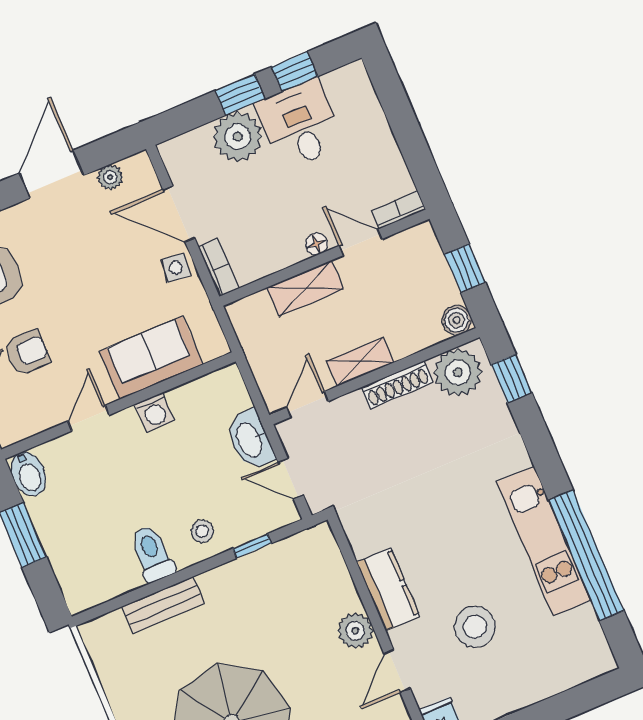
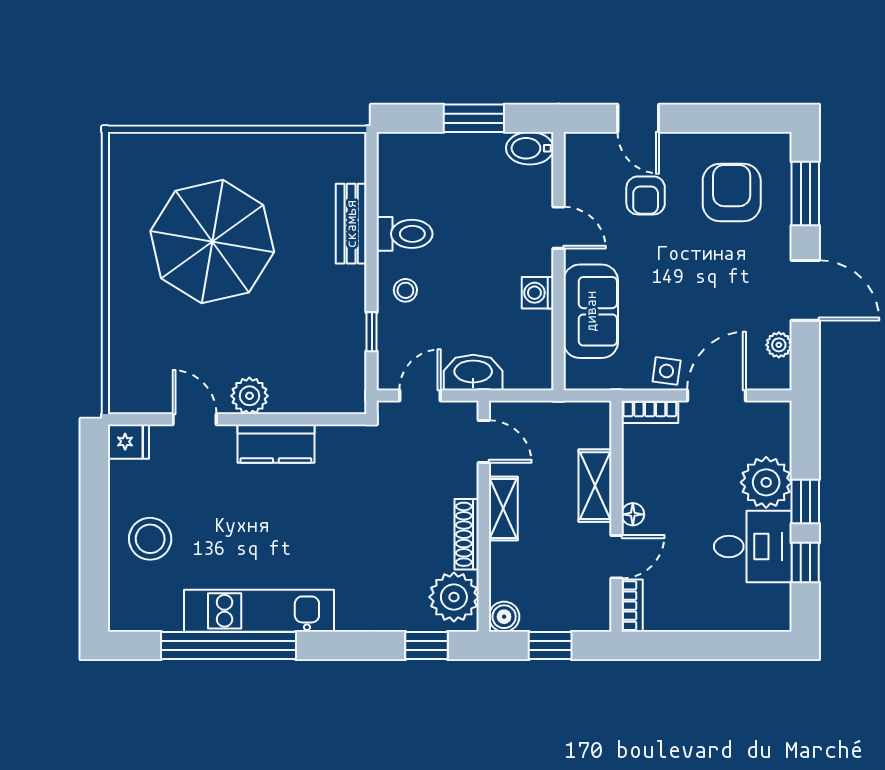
stool: (475, 627) -> (150, 539), moved

